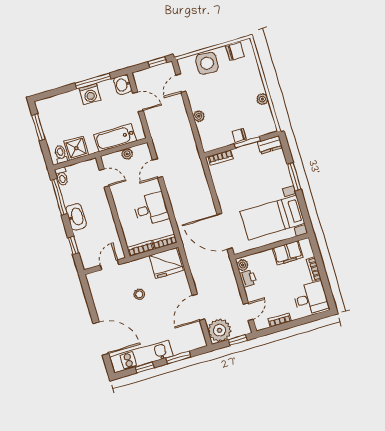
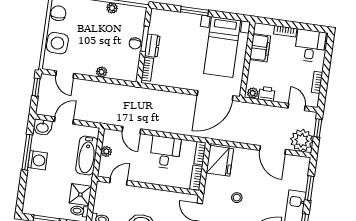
dresser: (270, 145) -> (152, 46), moved

